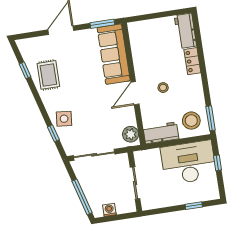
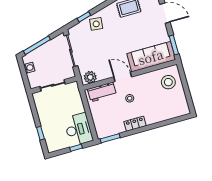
workbench: (185, 31) -> (176, 110), removed
locker: (192, 61) -> (135, 124), moved
stool: (191, 121) -> (168, 82), moved
workbench: (161, 133) -> (102, 92), moved, turned 90
desk: (189, 163) -> (78, 129), width x0.73, depth x0.77

